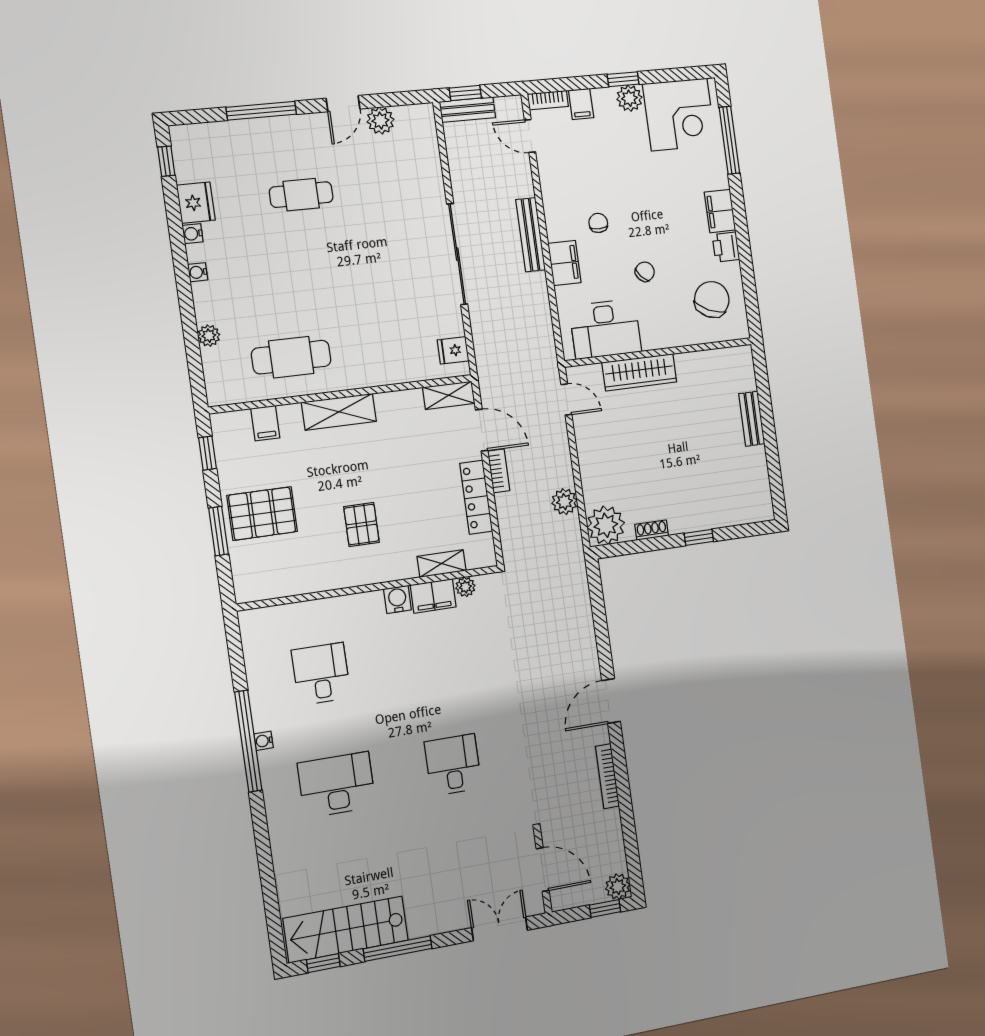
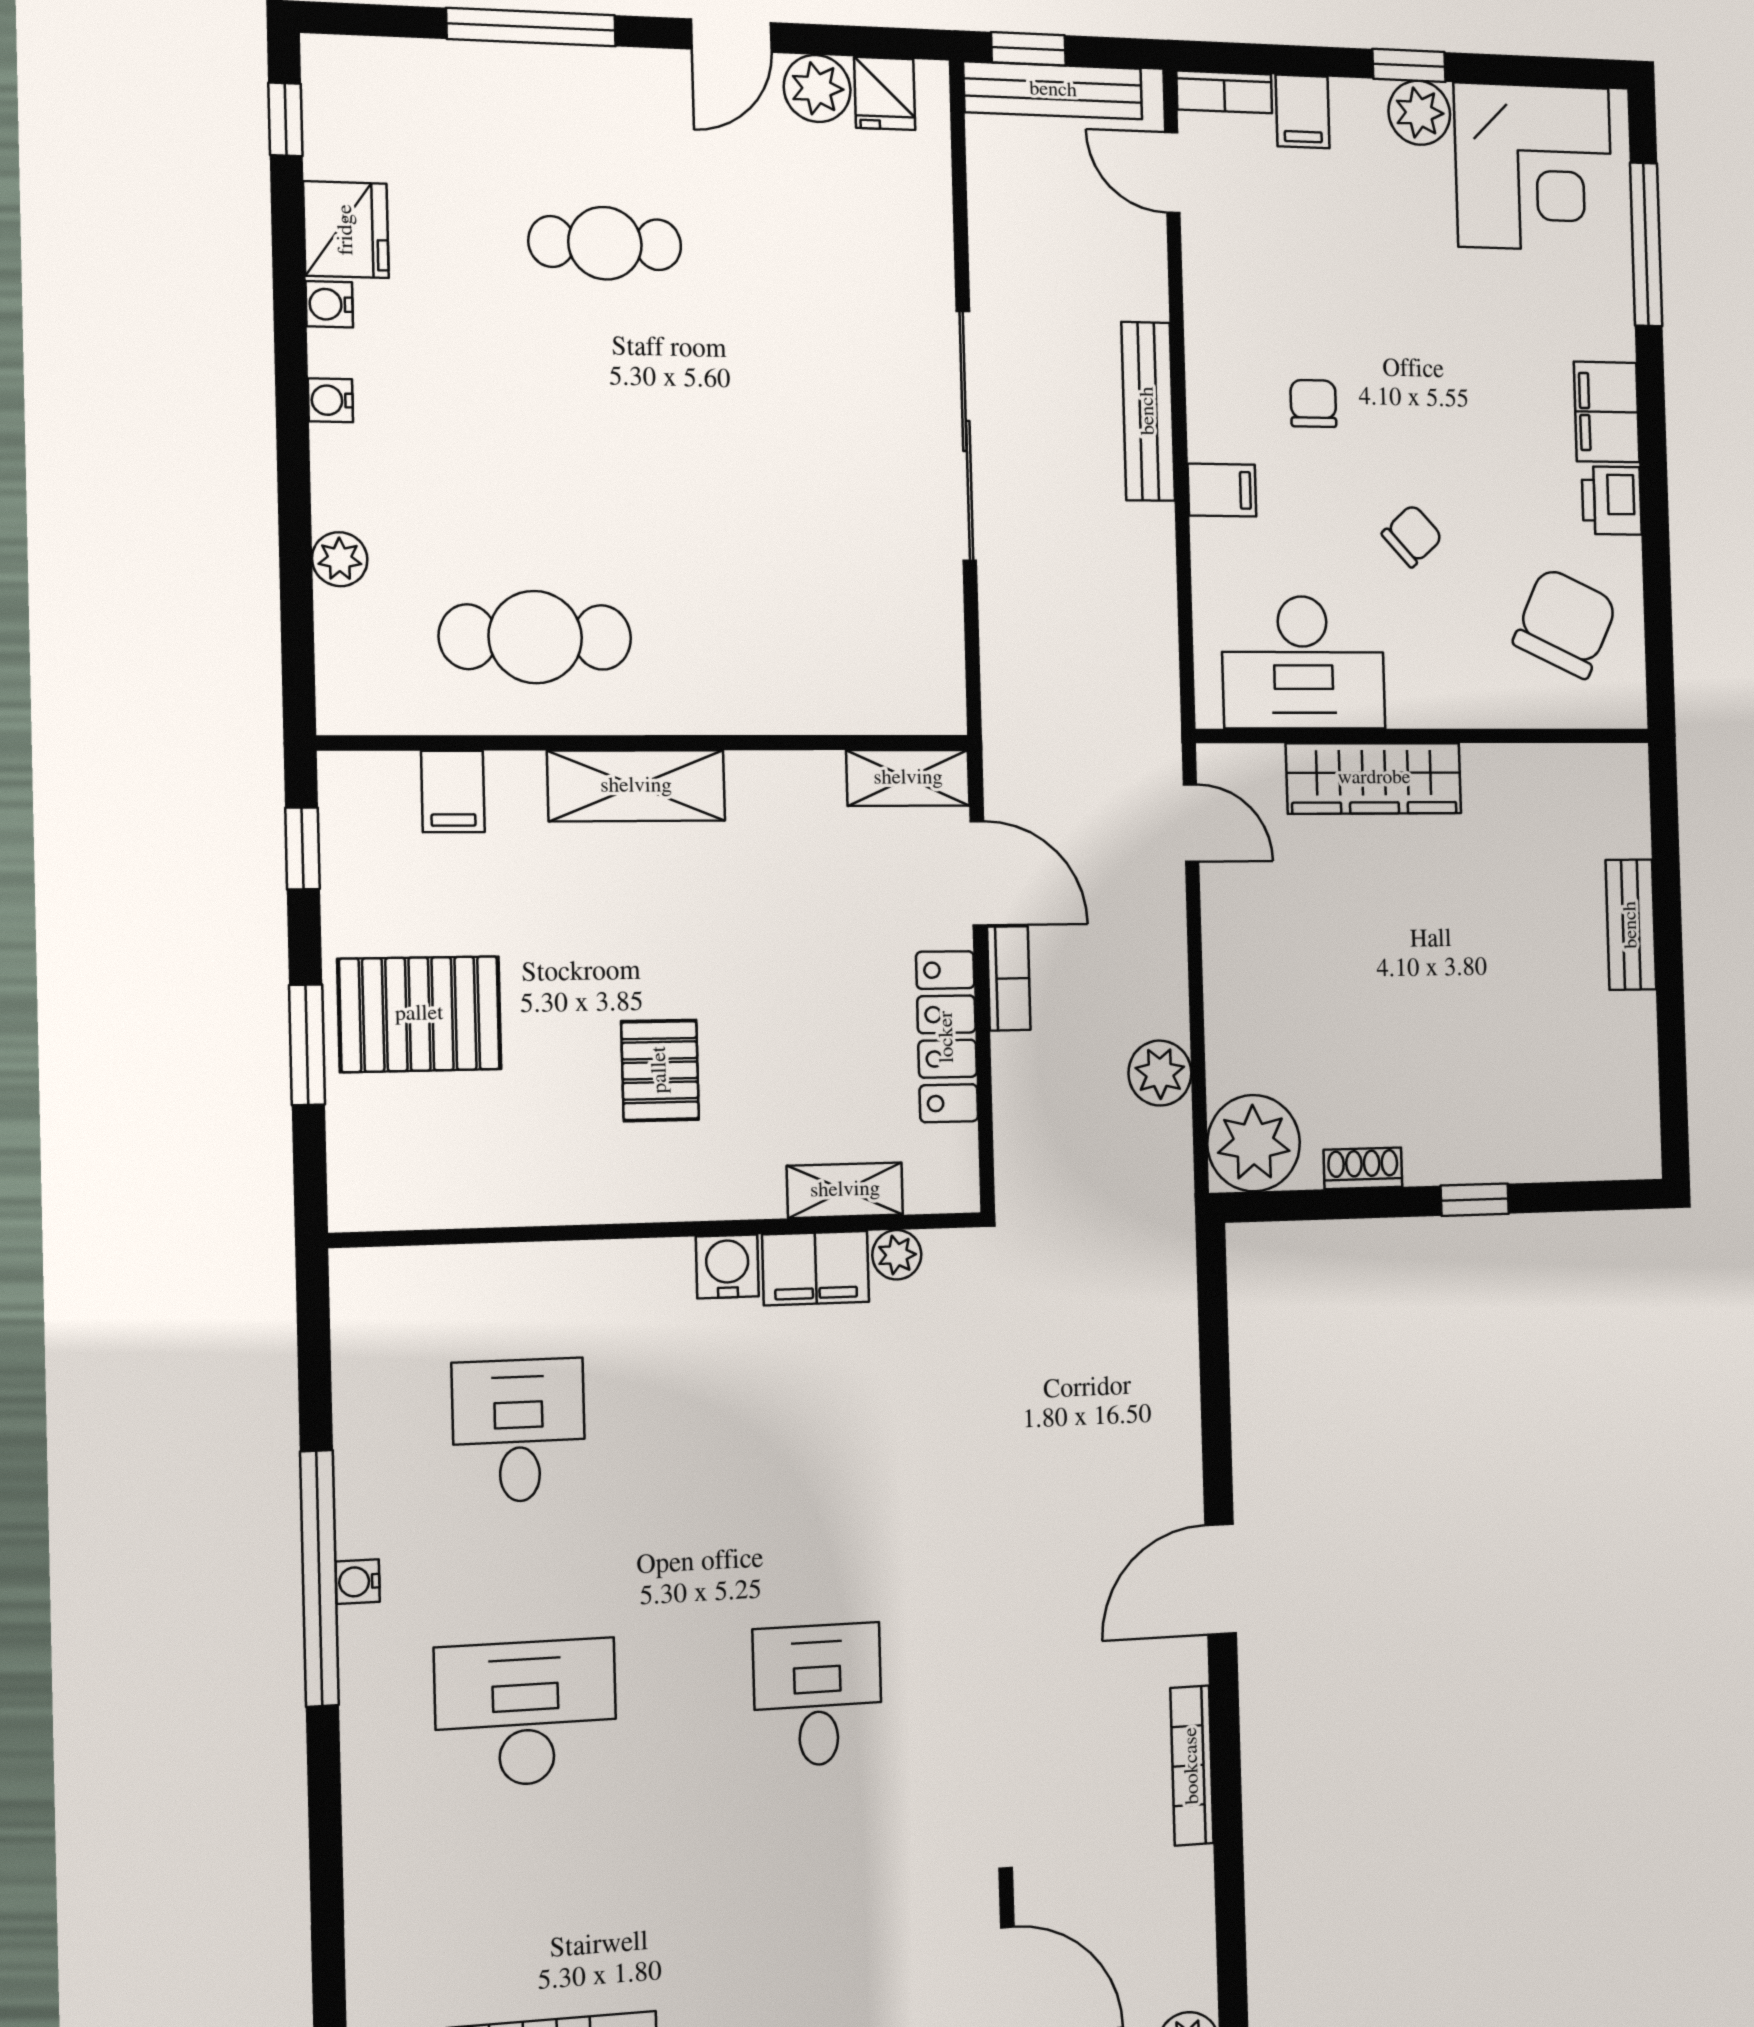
bench: (467, 110) -> (1053, 90), width x1.36
filing cabinet: (564, 263) -> (1222, 490), width x0.50
fridge: (453, 350) -> (885, 93), moved, turned -90

